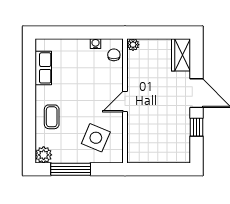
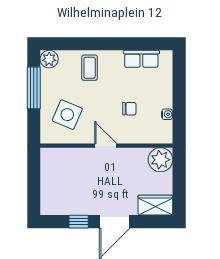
plant: (133, 45) -> (160, 160), width x1.87, depth x1.87
chair: (114, 55) -> (129, 109), moved
coffee table: (52, 117) -> (90, 68), turned 90

